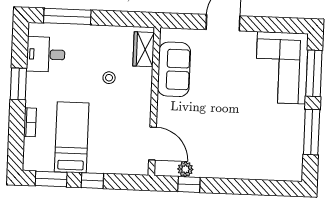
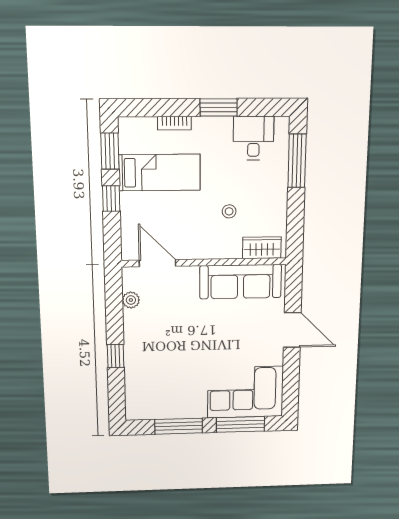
sofa: (174, 69) -> (241, 282), width x1.36
door: (153, 143) -> (157, 263), swing flipped
window: (189, 185) -> (116, 356), moved

